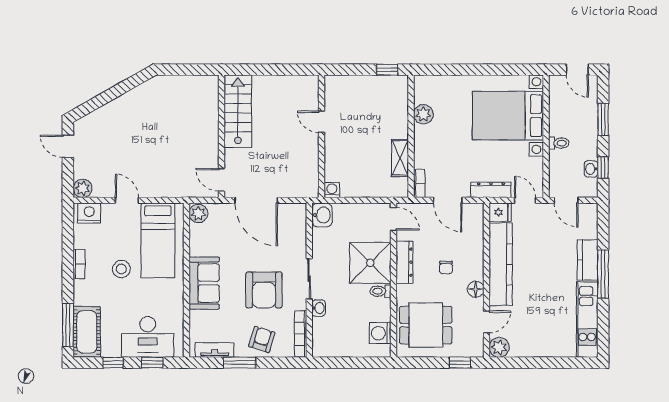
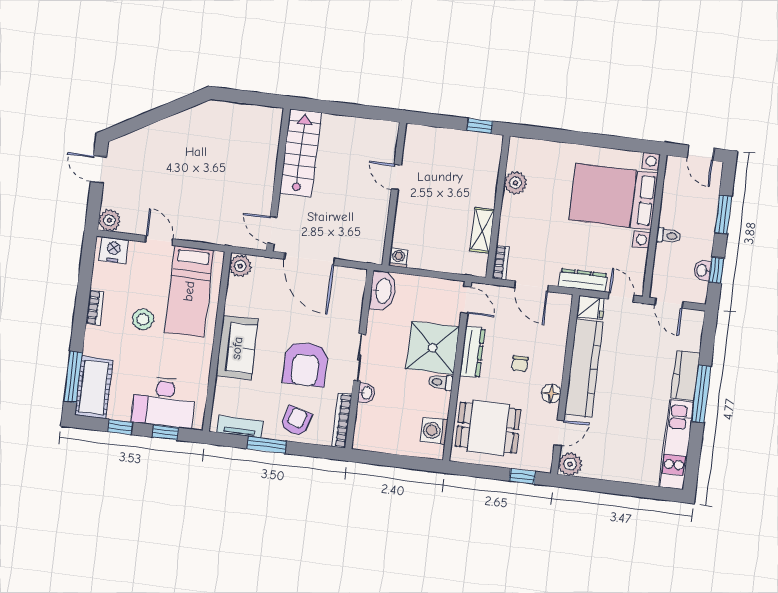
washbasin: (322, 215) -> (383, 291), width x1.38

